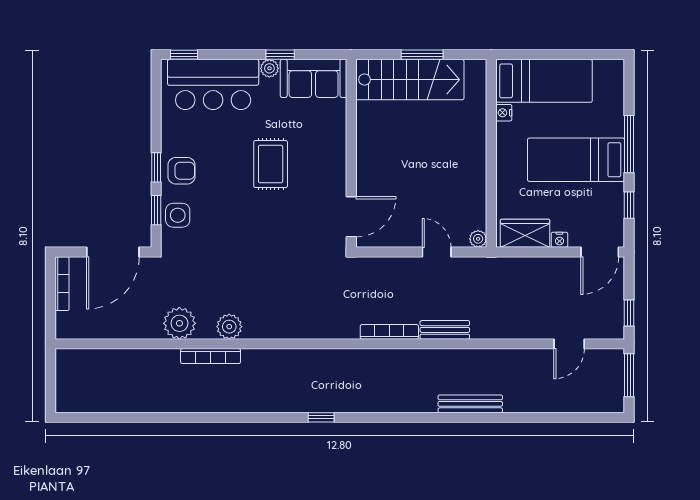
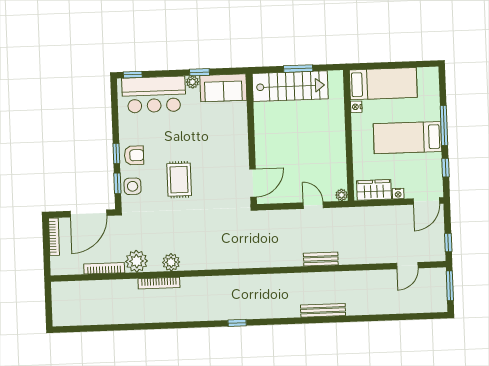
rug: (271, 164) -> (179, 180), moved
bookcase: (389, 332) -> (104, 268), moved
bench: (470, 404) -> (323, 310), moved

